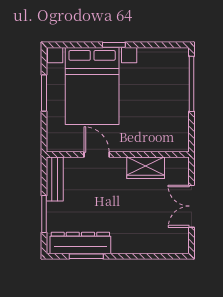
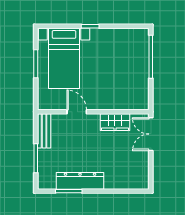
bed with nightstands: (92, 86) -> (64, 58), width x0.73
double door: (191, 206) -> (151, 134), moved
dresser: (80, 243) -> (80, 181), moved

